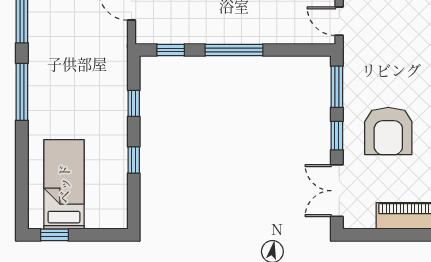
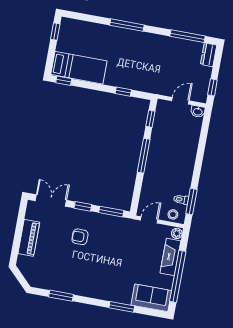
window: (22, 92) -> (127, 25), moved
armchair: (388, 131) -> (80, 237), width x0.53, depth x0.53
window: (134, 160) -> (64, 81), moved
bed: (64, 184) -> (79, 68), moved

